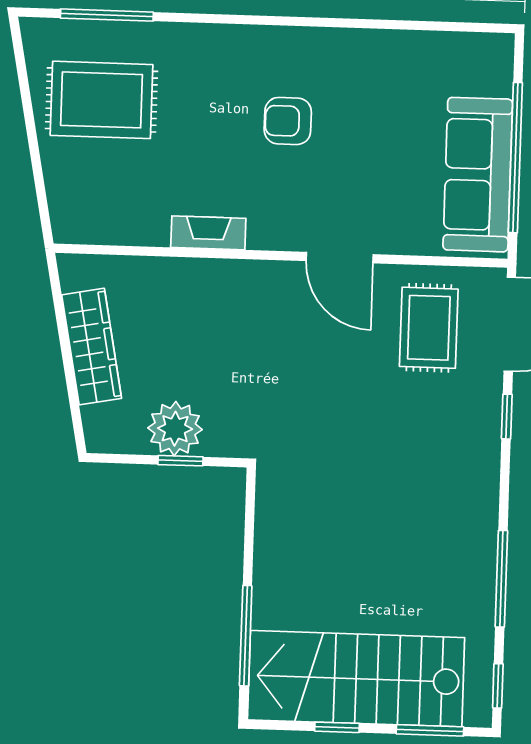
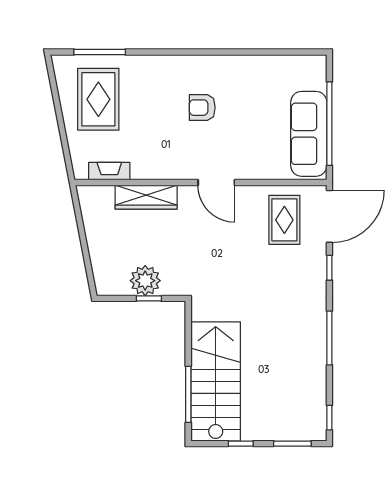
rug: (102, 100) -> (98, 99), turned 90
fireplace: (208, 233) -> (109, 171), moved
door: (340, 258) -> (216, 183), moved
wardrobe: (92, 347) -> (146, 197), moved, turned 101
window: (501, 579) -> (329, 338), moved
stairs: (356, 679) -> (216, 381), moved, turned 90

